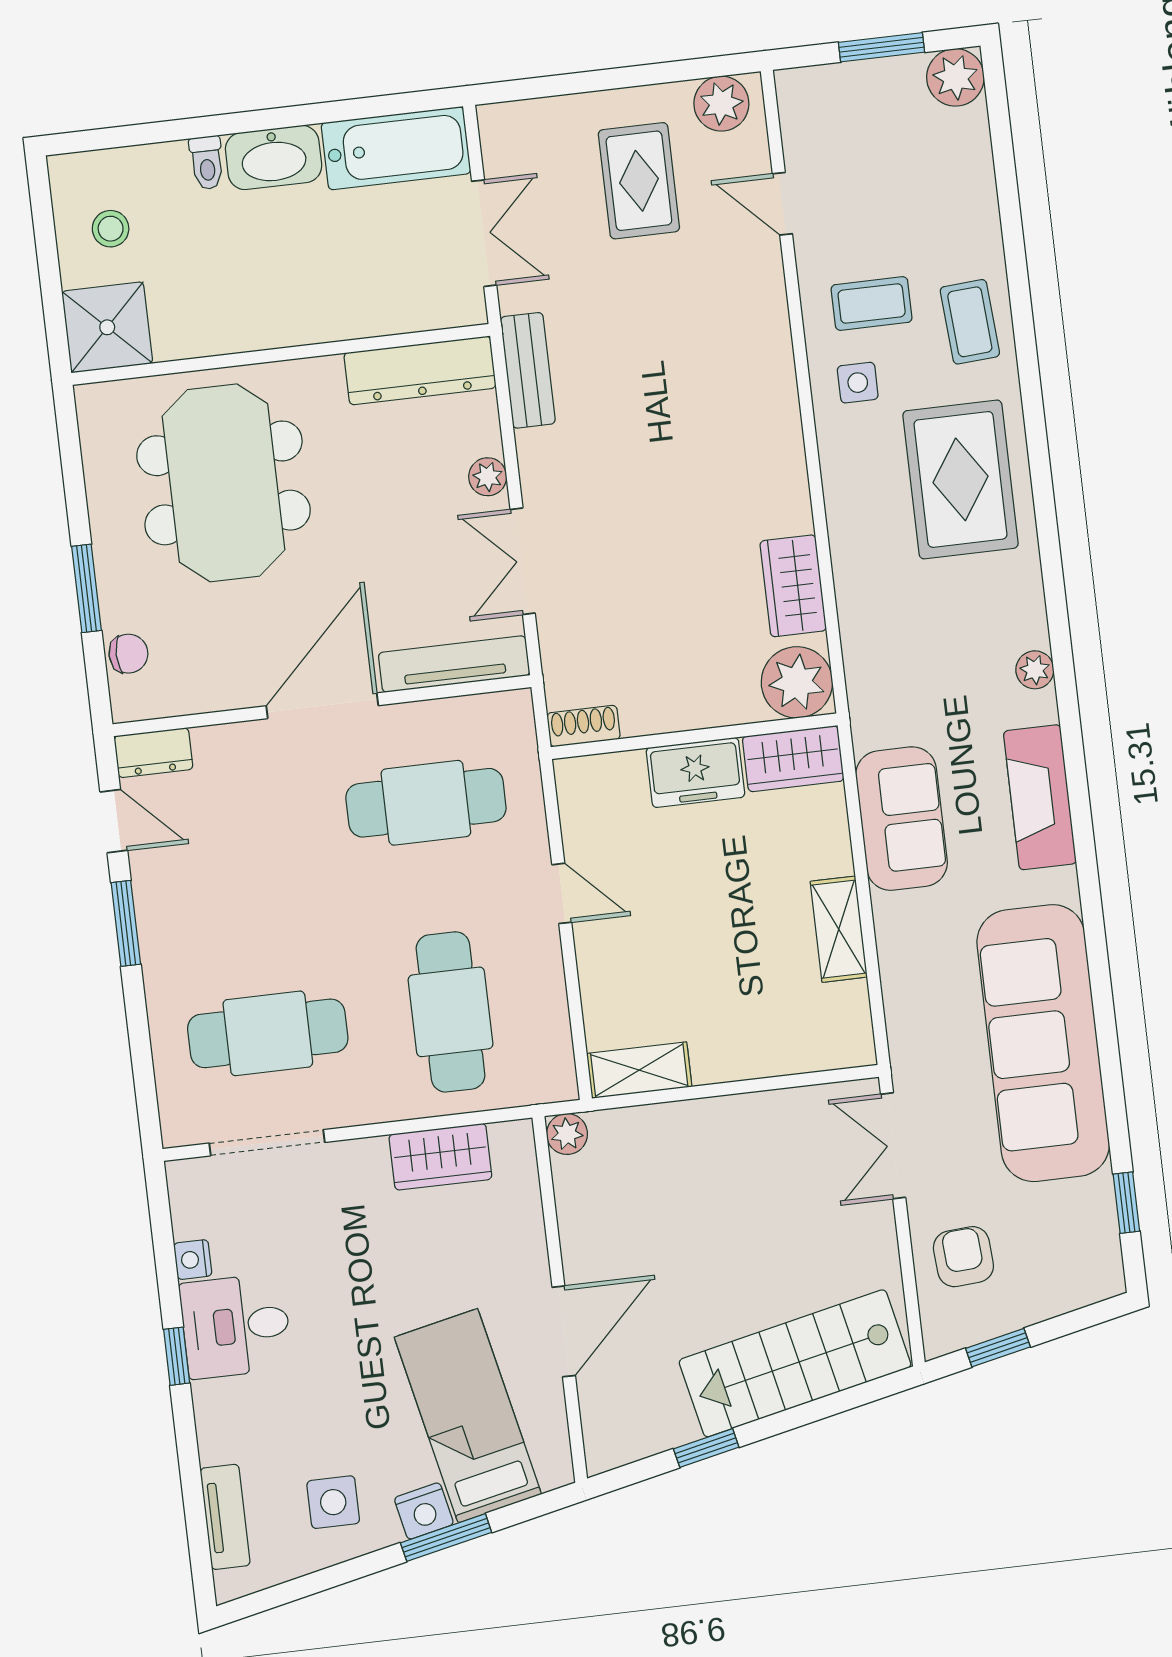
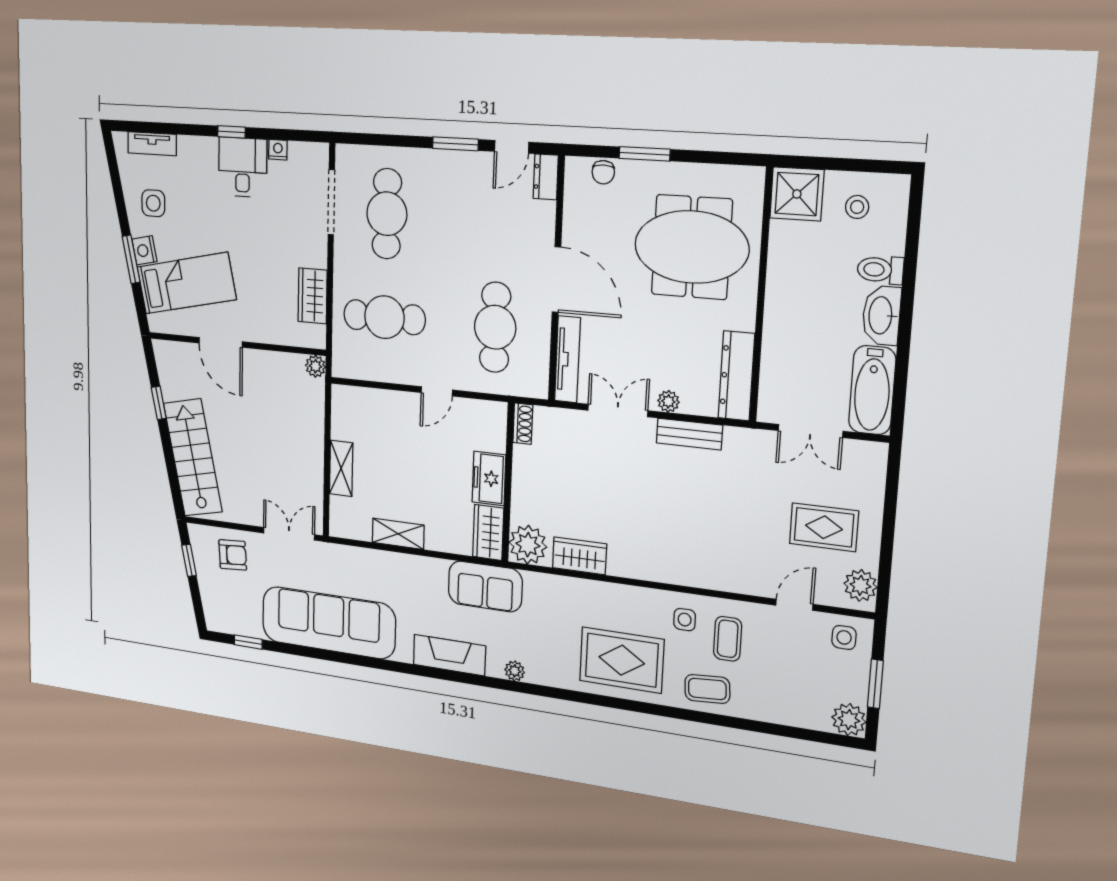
side table: (817, 113) -> (844, 637), added
toilet: (207, 163) -> (880, 270), width x1.37, depth x1.39
bench: (528, 370) -> (689, 434), moved
sofa: (902, 819) -> (485, 586), moved
shelving: (639, 1070) -> (341, 468), moved

